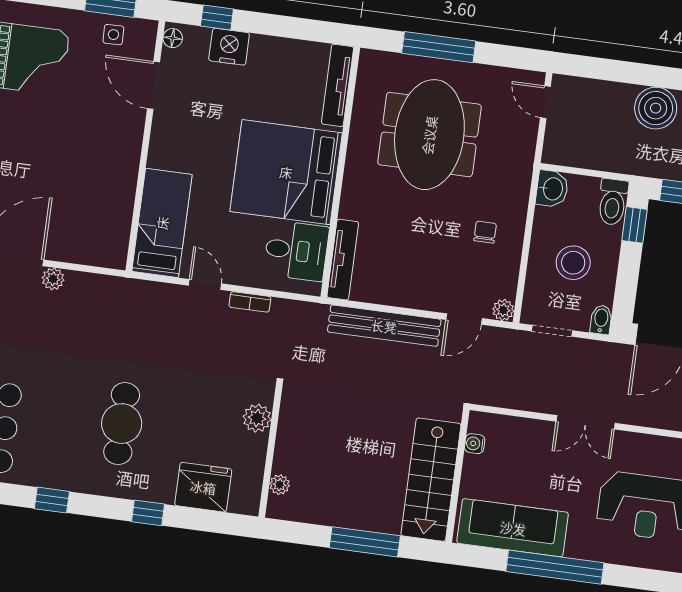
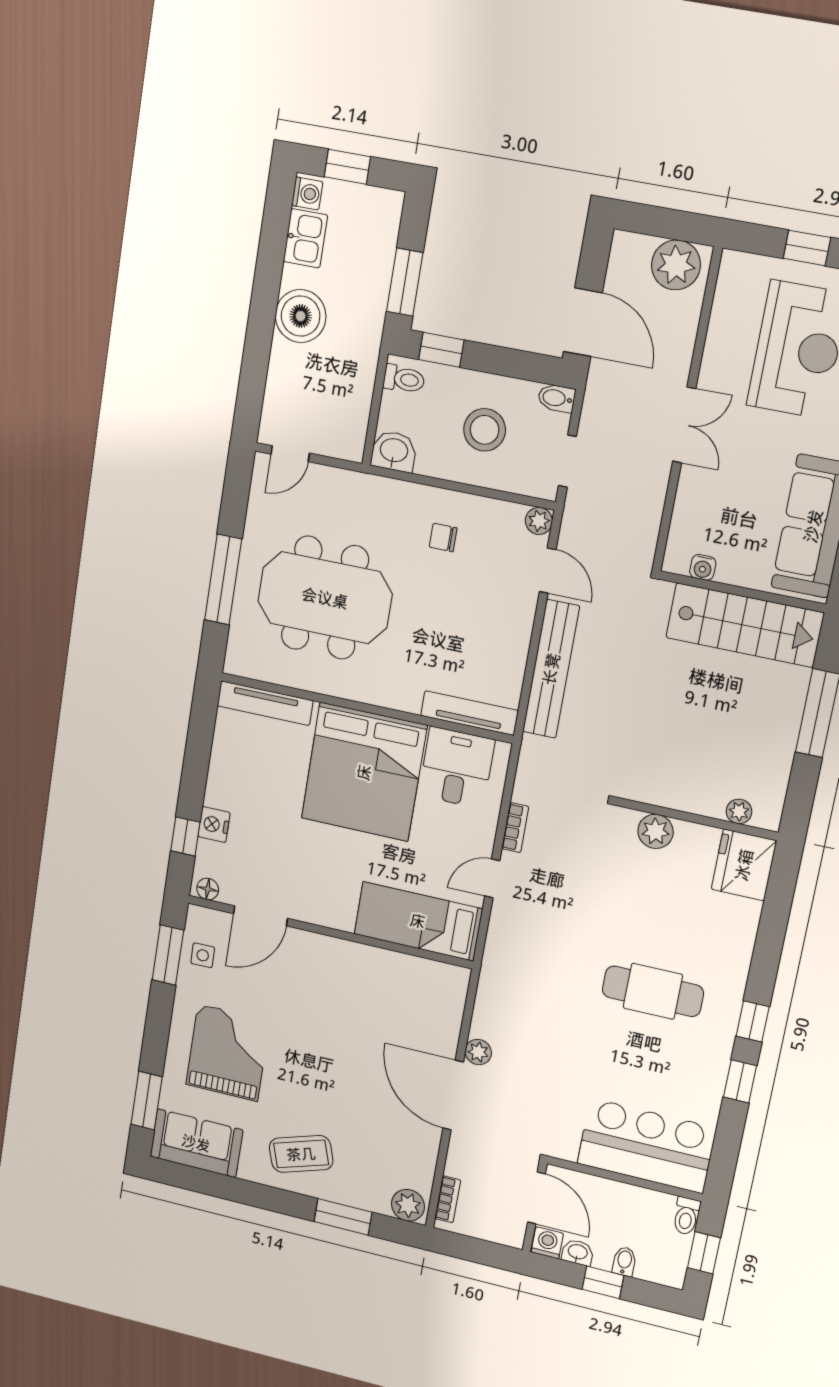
nightstand: (229, 47) -> (214, 825), width x0.74, depth x0.75
toilet: (613, 202) -> (404, 379), width x0.73, depth x0.72
fridge: (203, 487) -> (744, 865), moved
window: (148, 513) -> (753, 1021), moved

